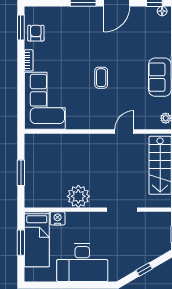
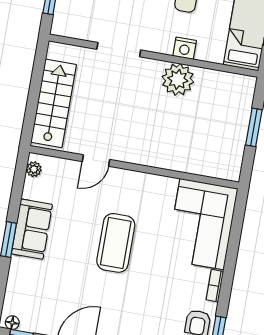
coffee table: (101, 78) -> (116, 243), width x1.86, depth x1.72
nightstand: (58, 218) -> (185, 48), moved

